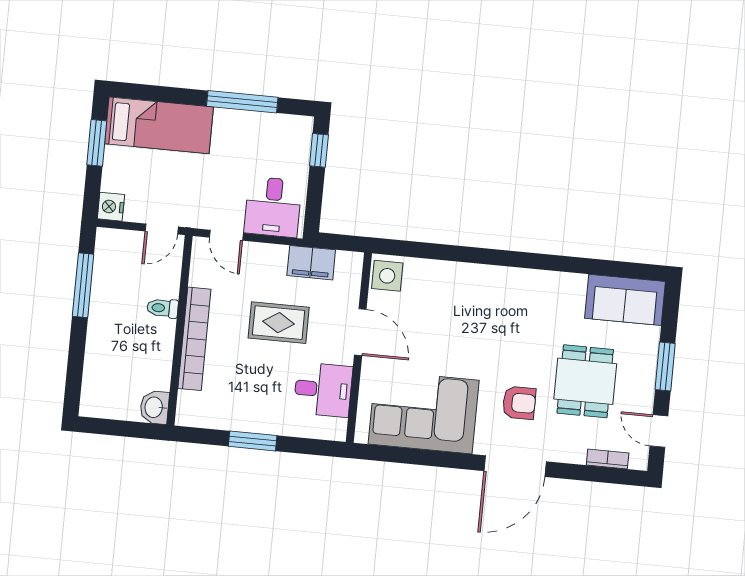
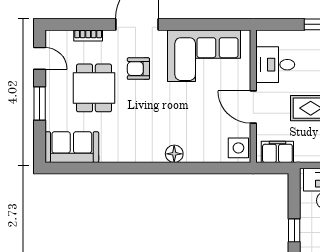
filing cabinet: (311, 263) -> (277, 152), moved
floor lamp: (480, 276) -> (174, 154), added
bookcase: (608, 459) -> (88, 35), moved

